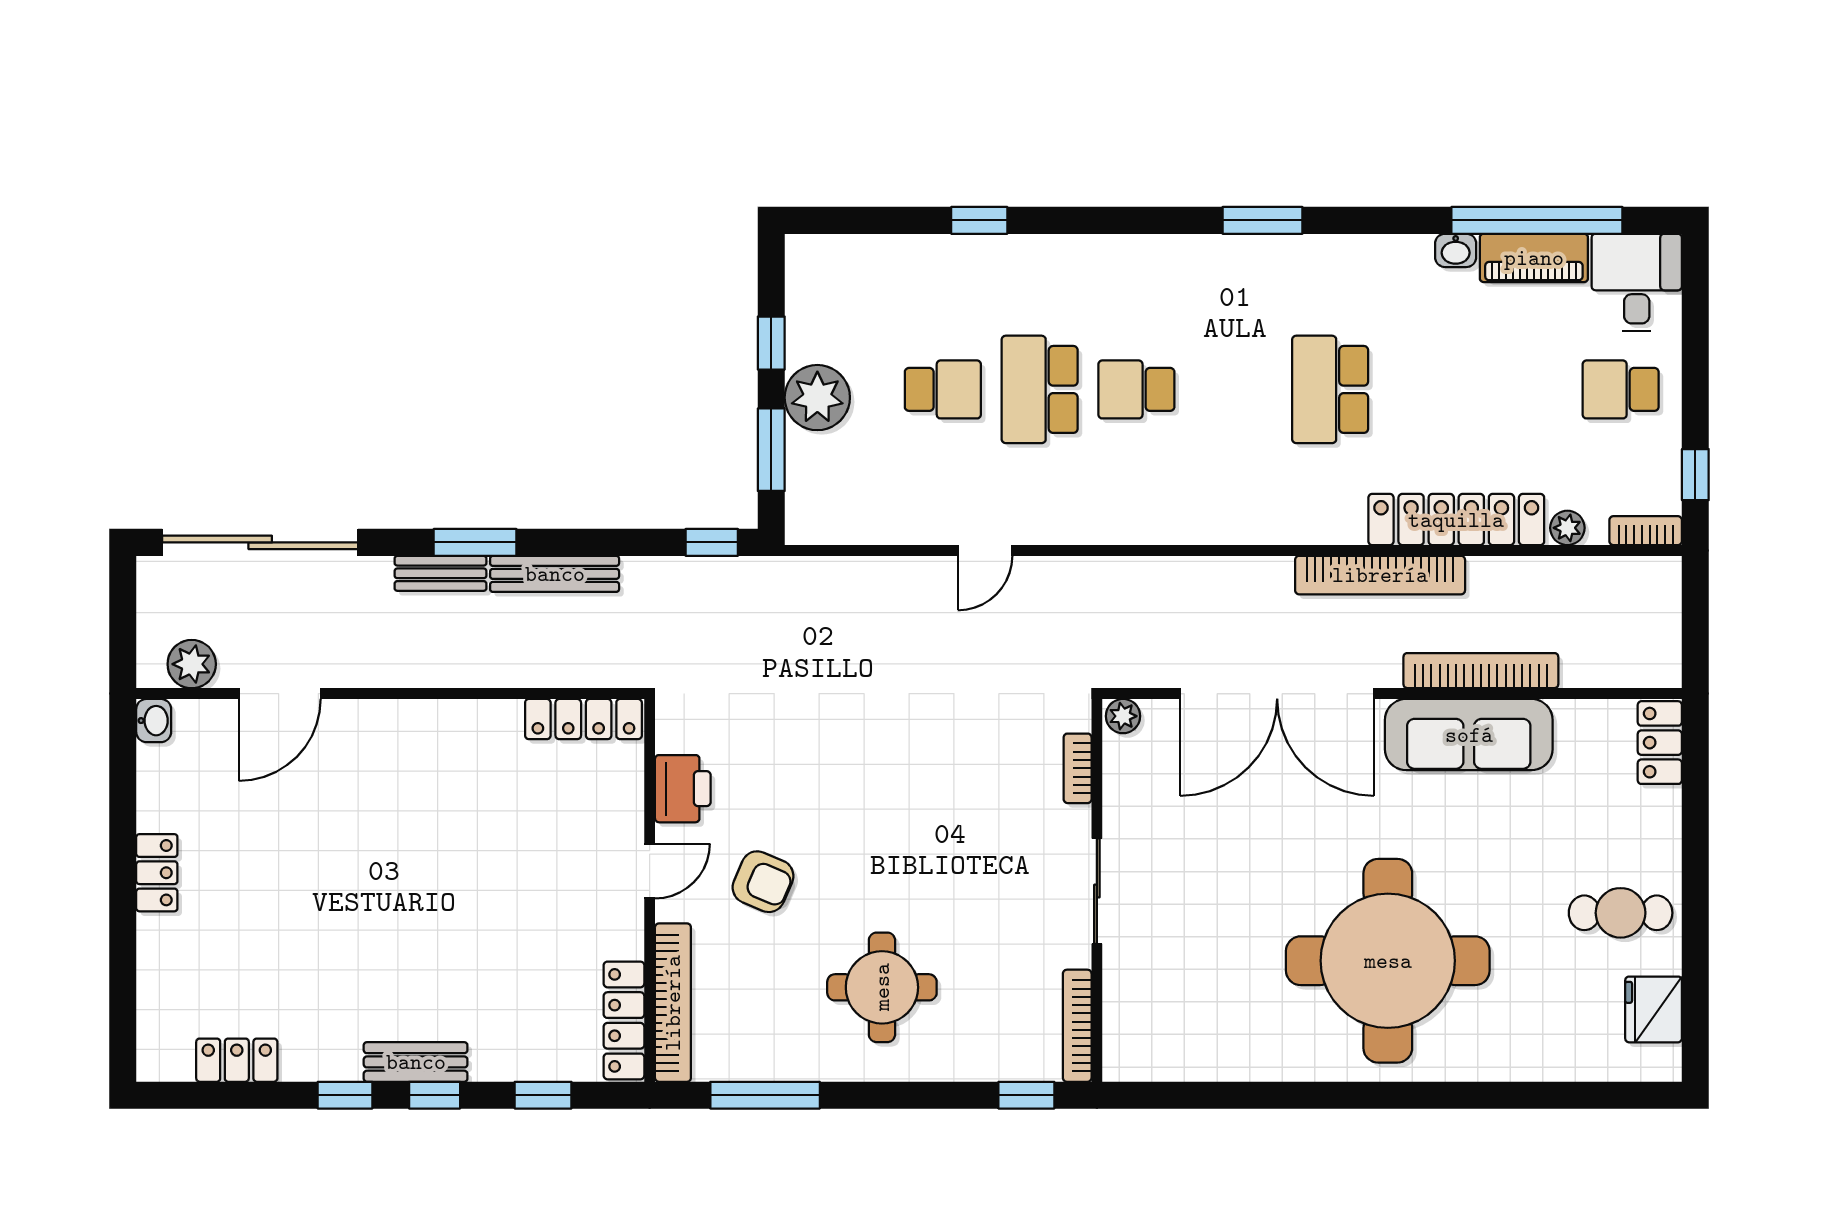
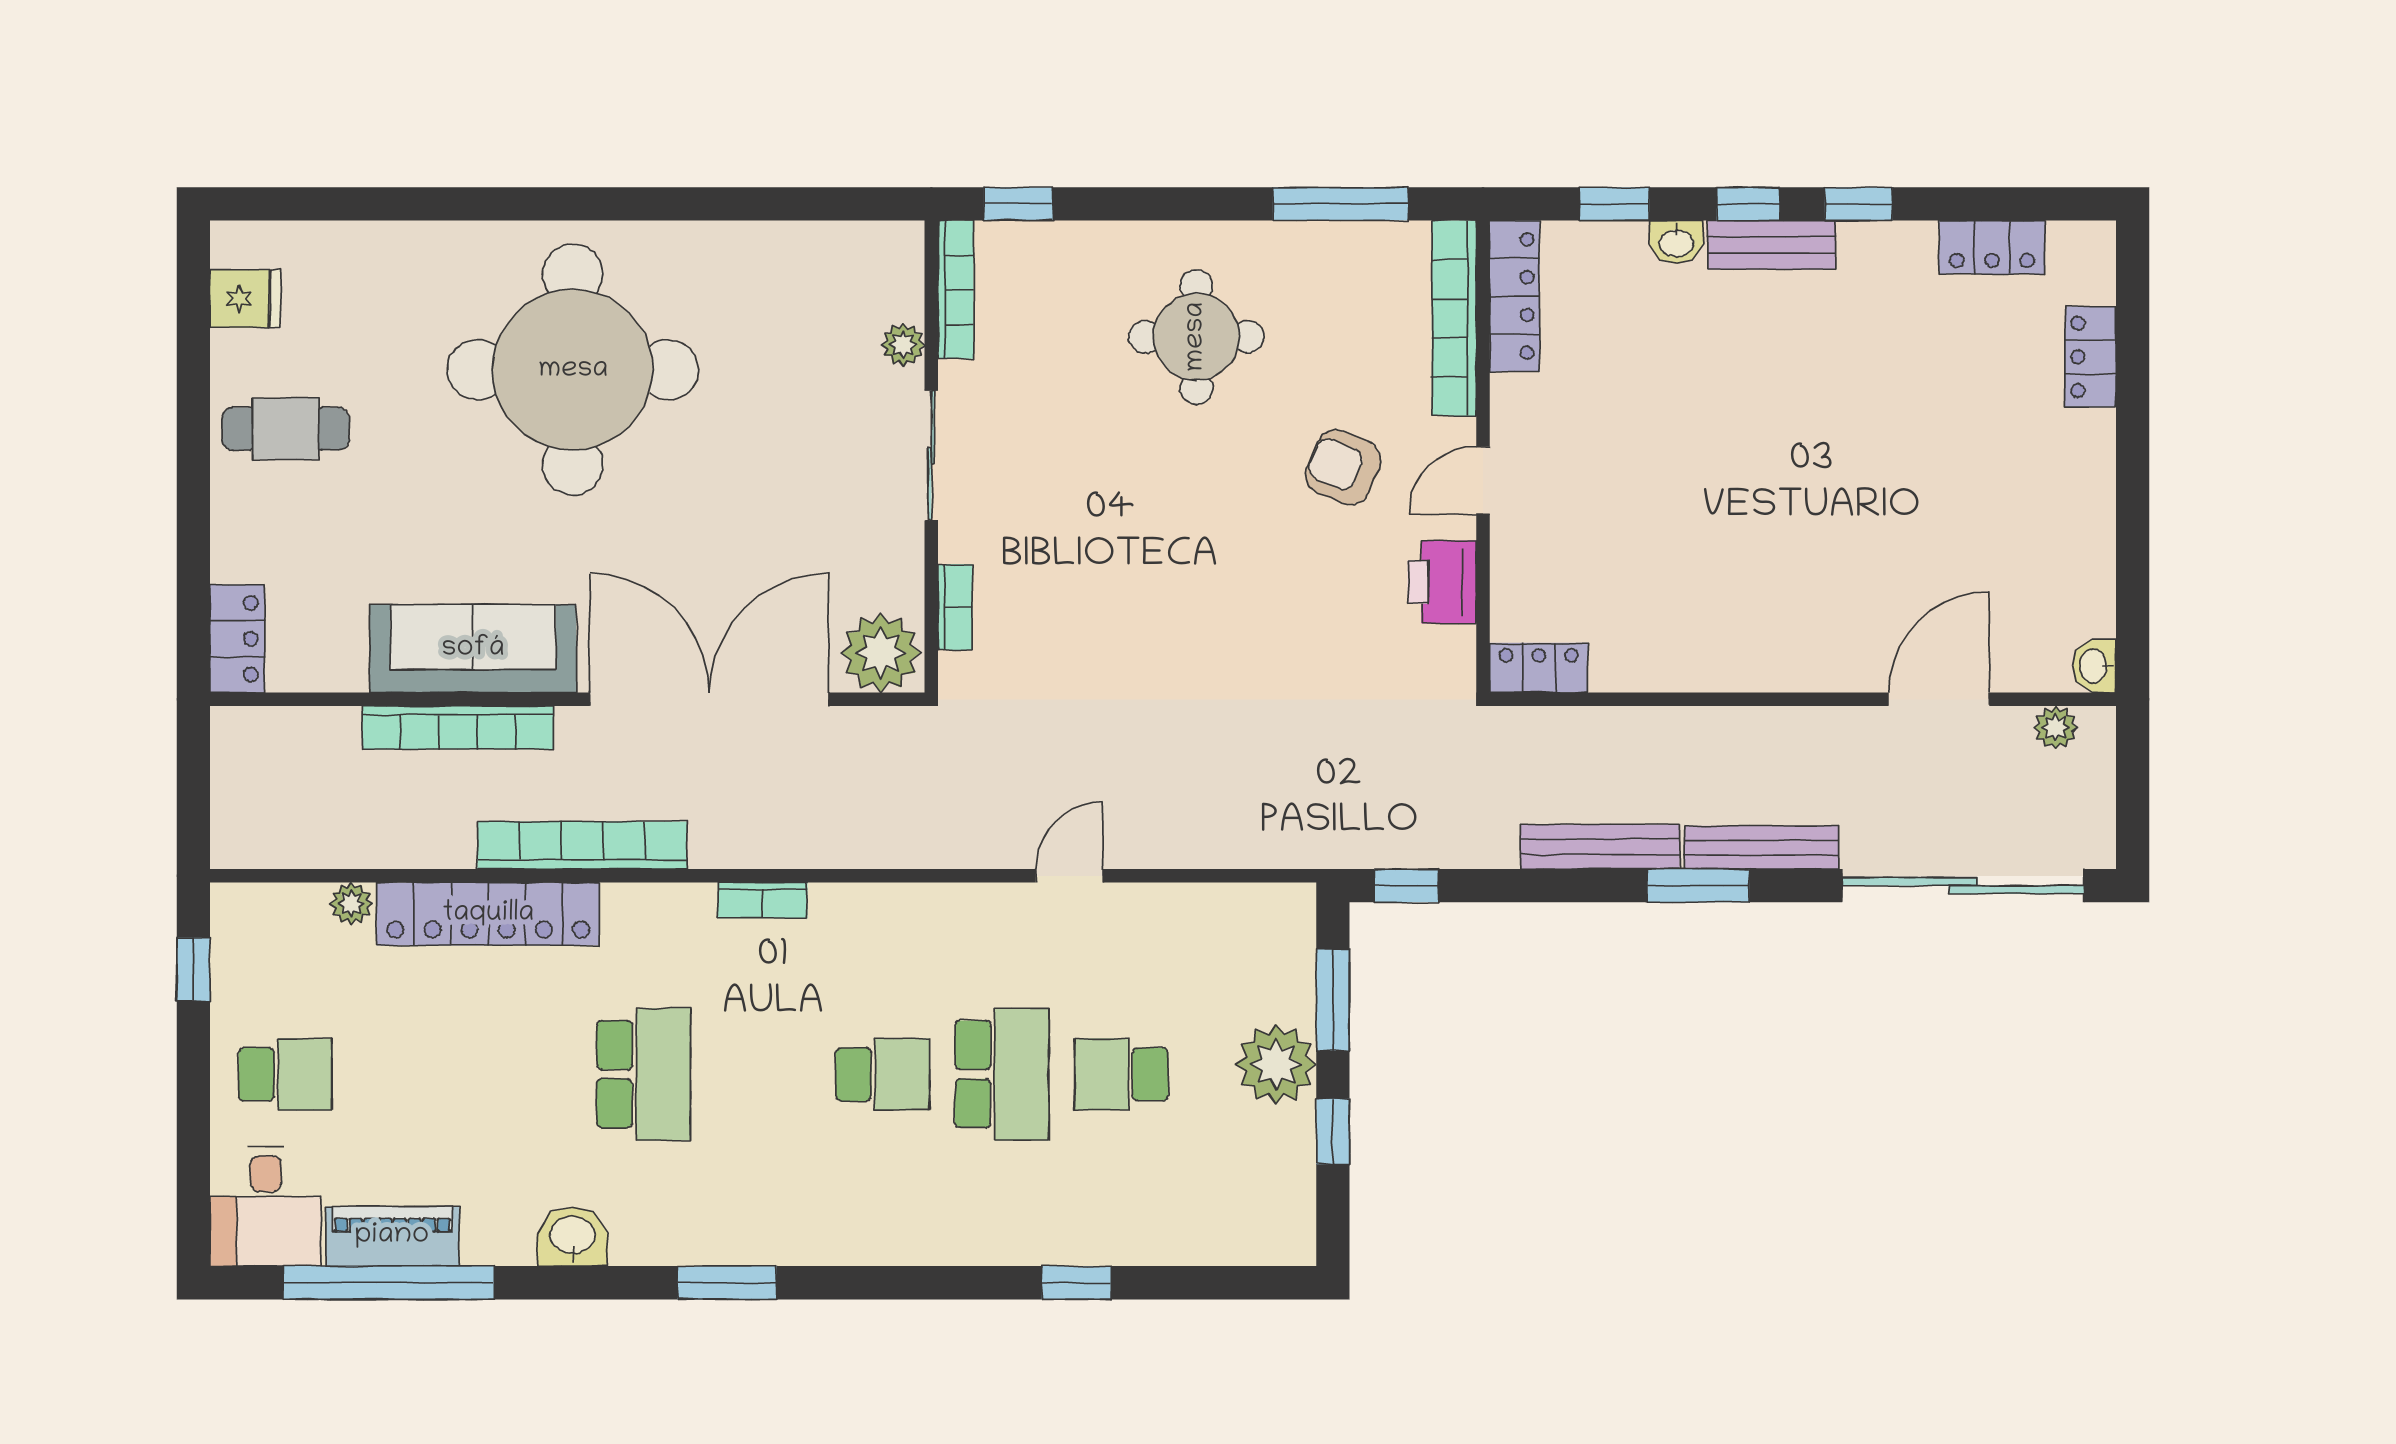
washbasin: (1456, 250) -> (573, 1237), moved, width x1.38, depth x1.45
bookcase: (1646, 531) -> (763, 900), moved
bench: (441, 573) -> (1761, 847), width x1.36
plant: (192, 664) -> (2056, 728), width x0.73, depth x0.73
plant: (1123, 716) -> (881, 653), width x1.88, depth x1.88
locker: (583, 719) -> (1539, 668), width x0.66
locker: (157, 873) -> (2091, 357), moved
plant: (1120, 981) -> (903, 345), added
fridge: (1654, 1009) -> (245, 298), width x0.72
washbasin: (493, 1064) -> (1676, 242), added

